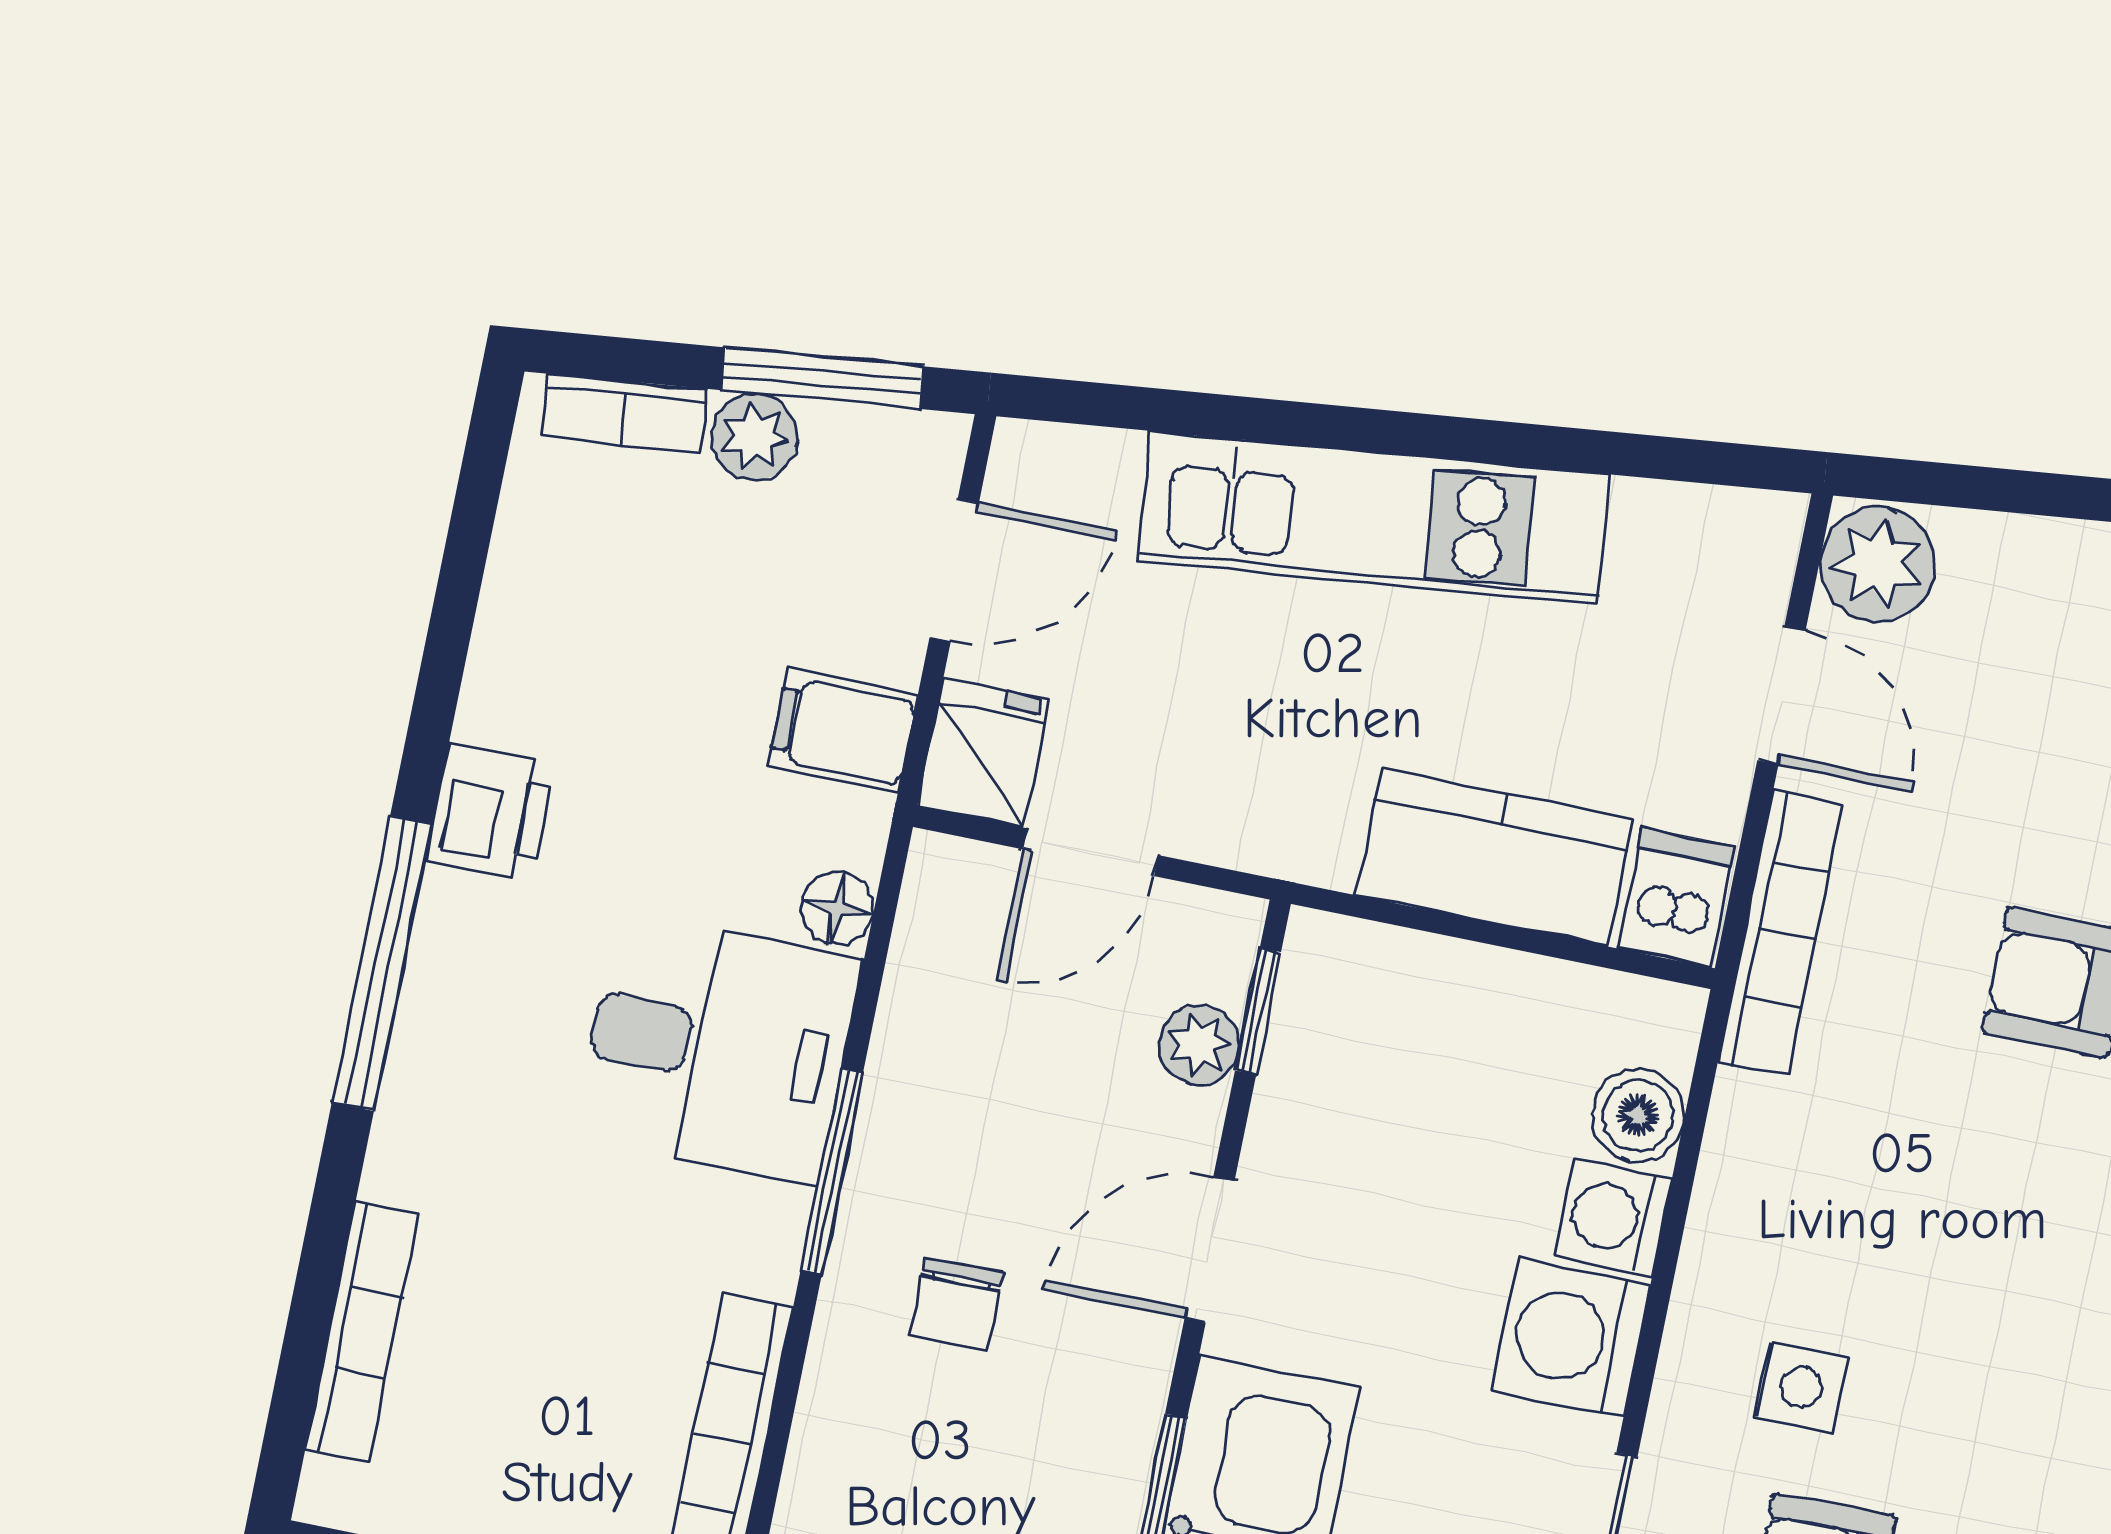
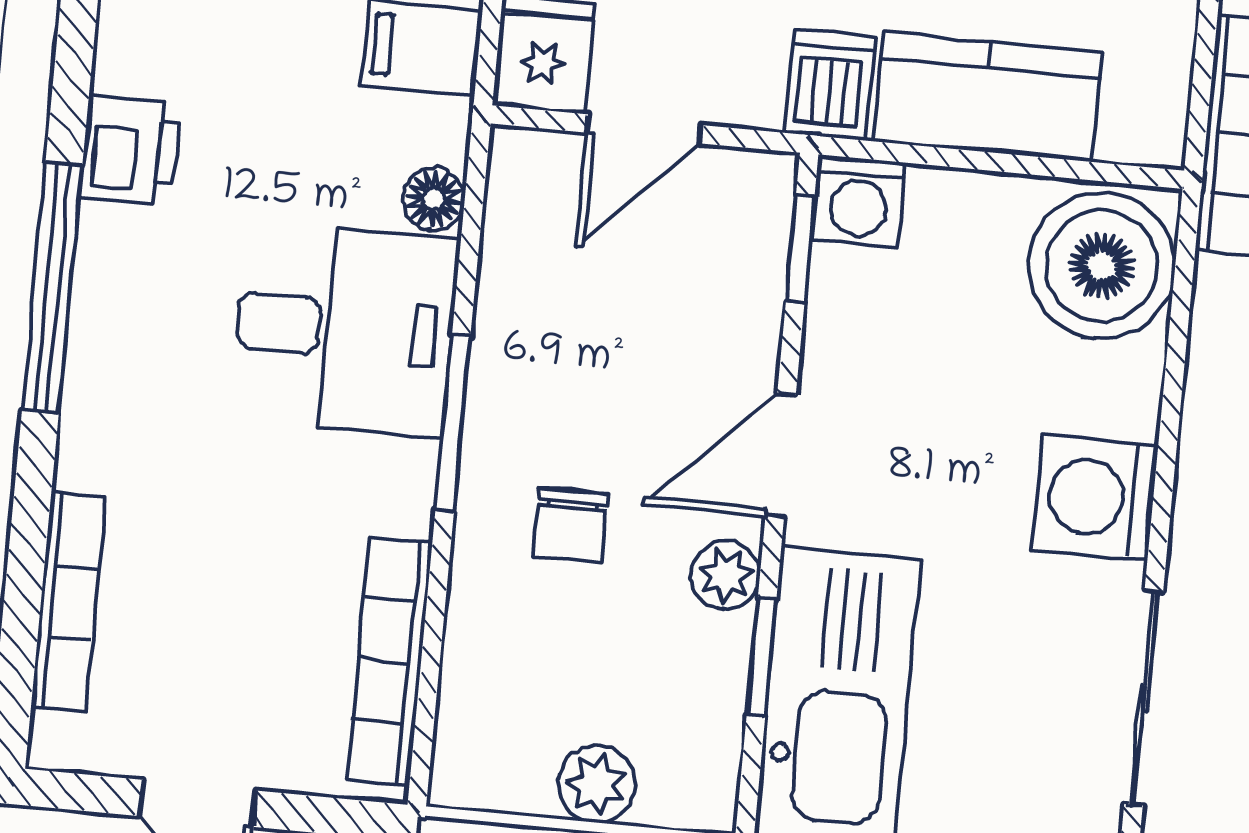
dishwasher: (1676, 898) -> (829, 85), moved
plant: (1199, 1045) -> (726, 575), moved
boiler: (1638, 1116) -> (1102, 266), width x1.86, depth x1.86
washing machine: (1613, 1217) -> (859, 201), moved, turned -90

